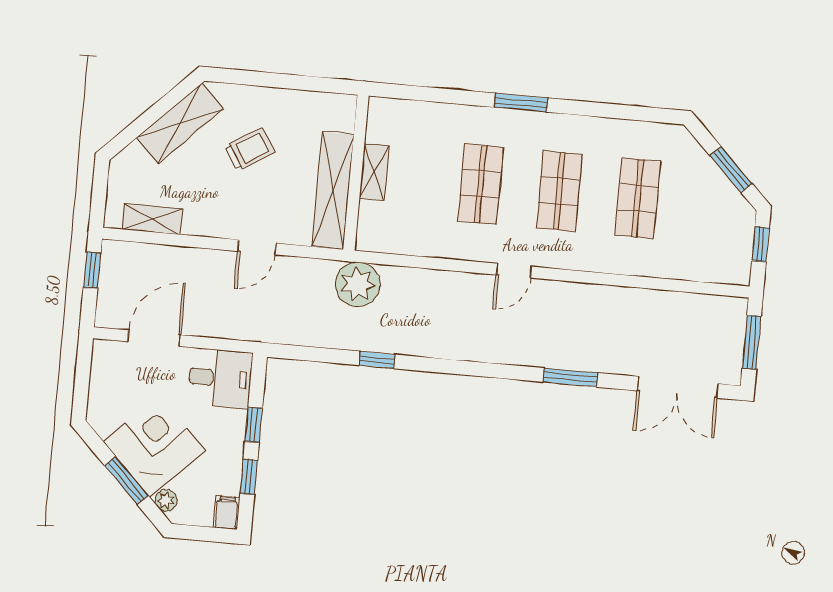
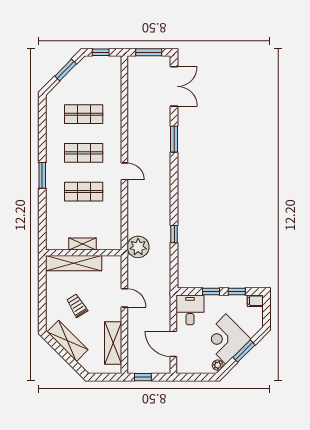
shelving: (333, 190) -> (74, 263), moved
shelving: (152, 219) -> (113, 343), width x1.50, depth x1.33
plant: (166, 500) -> (218, 365), moved

